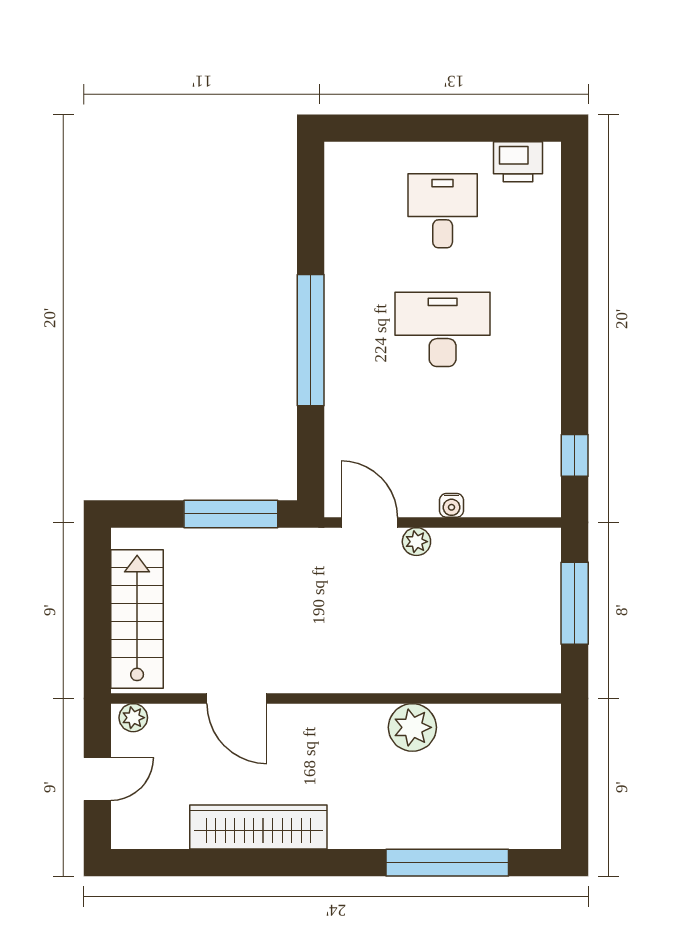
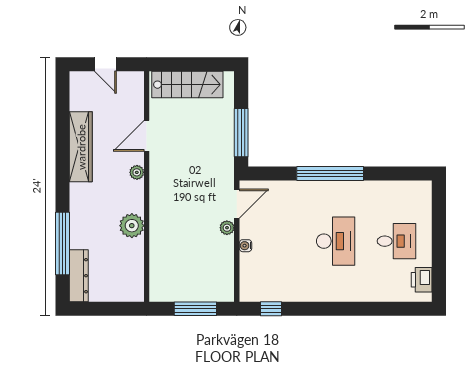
plant: (133, 718) -> (137, 172), moved
dresser: (510, 831) -> (79, 276), added

